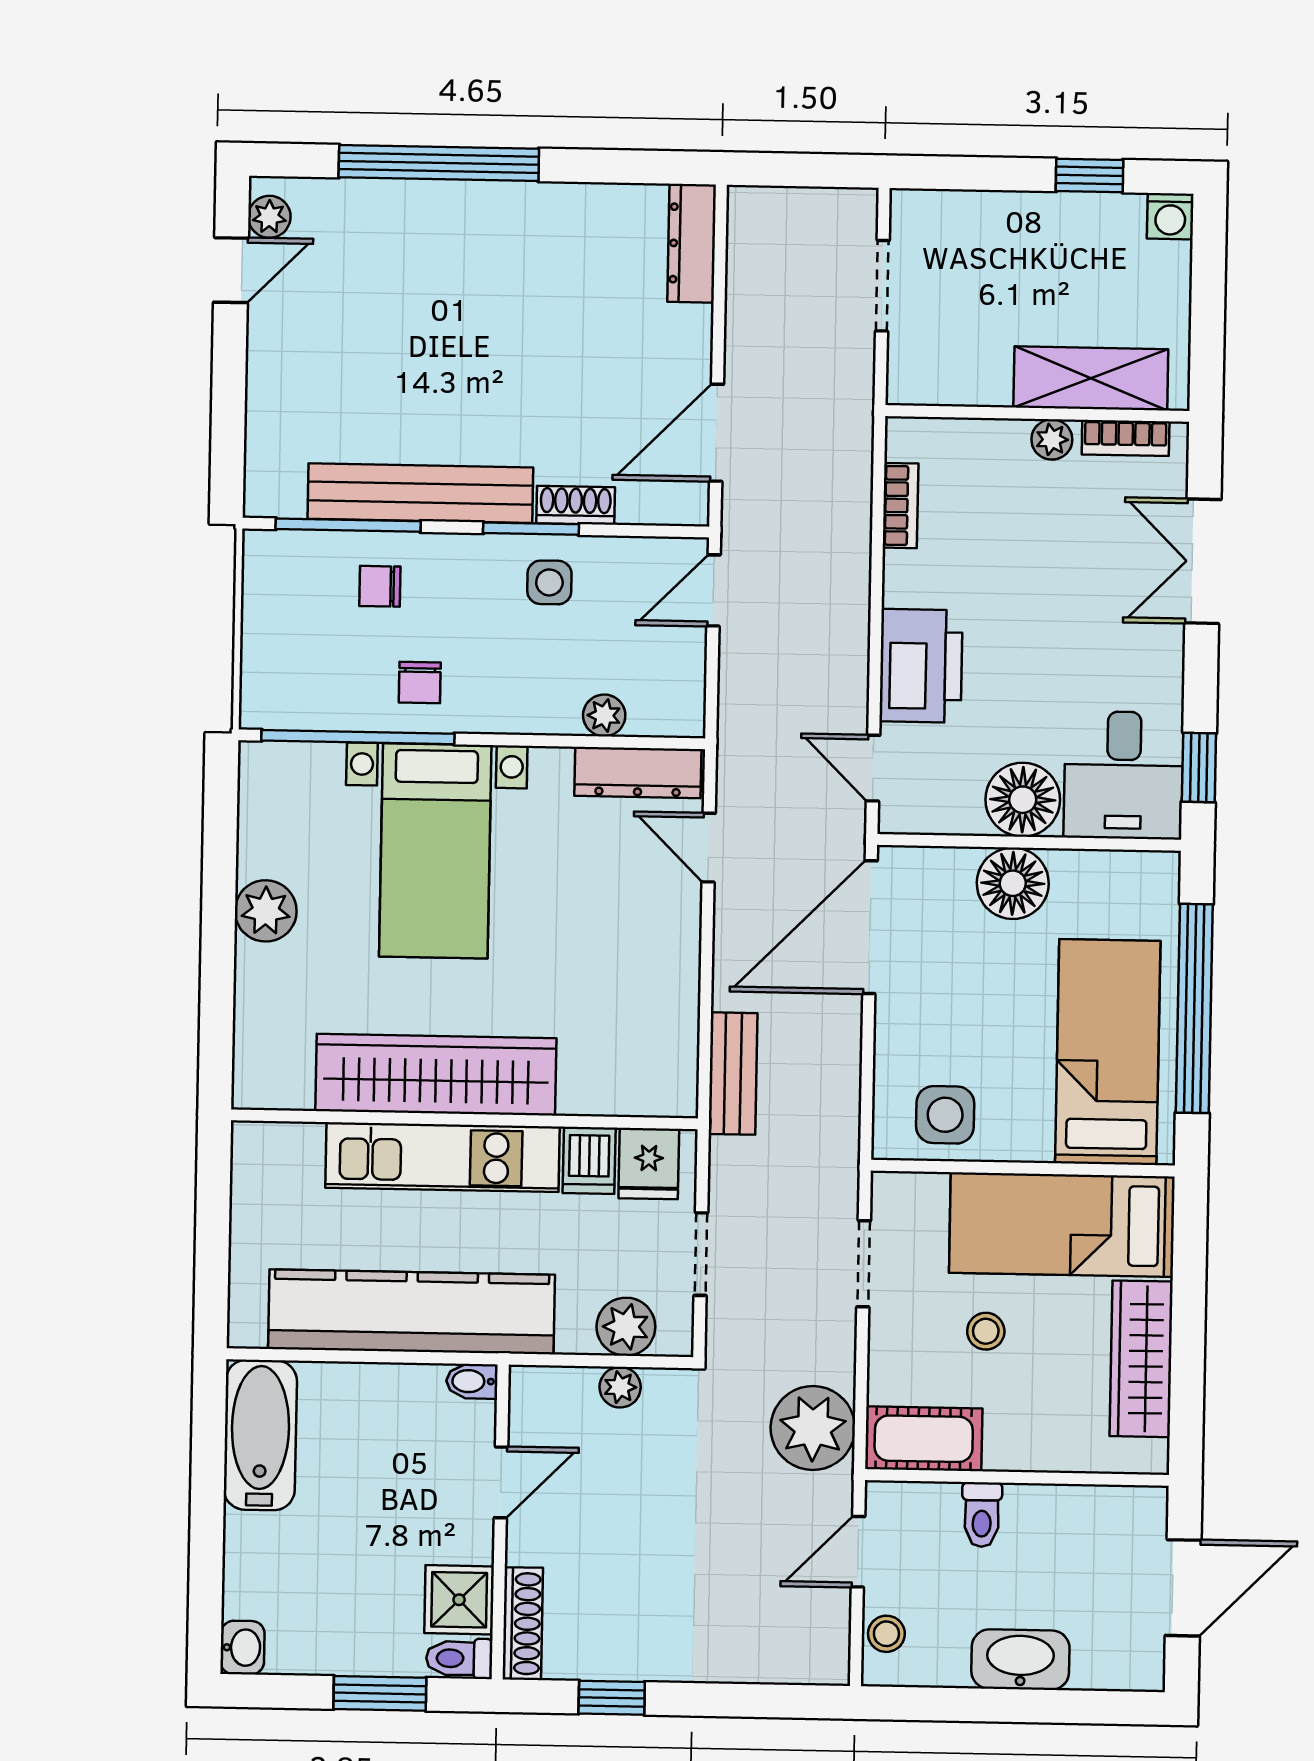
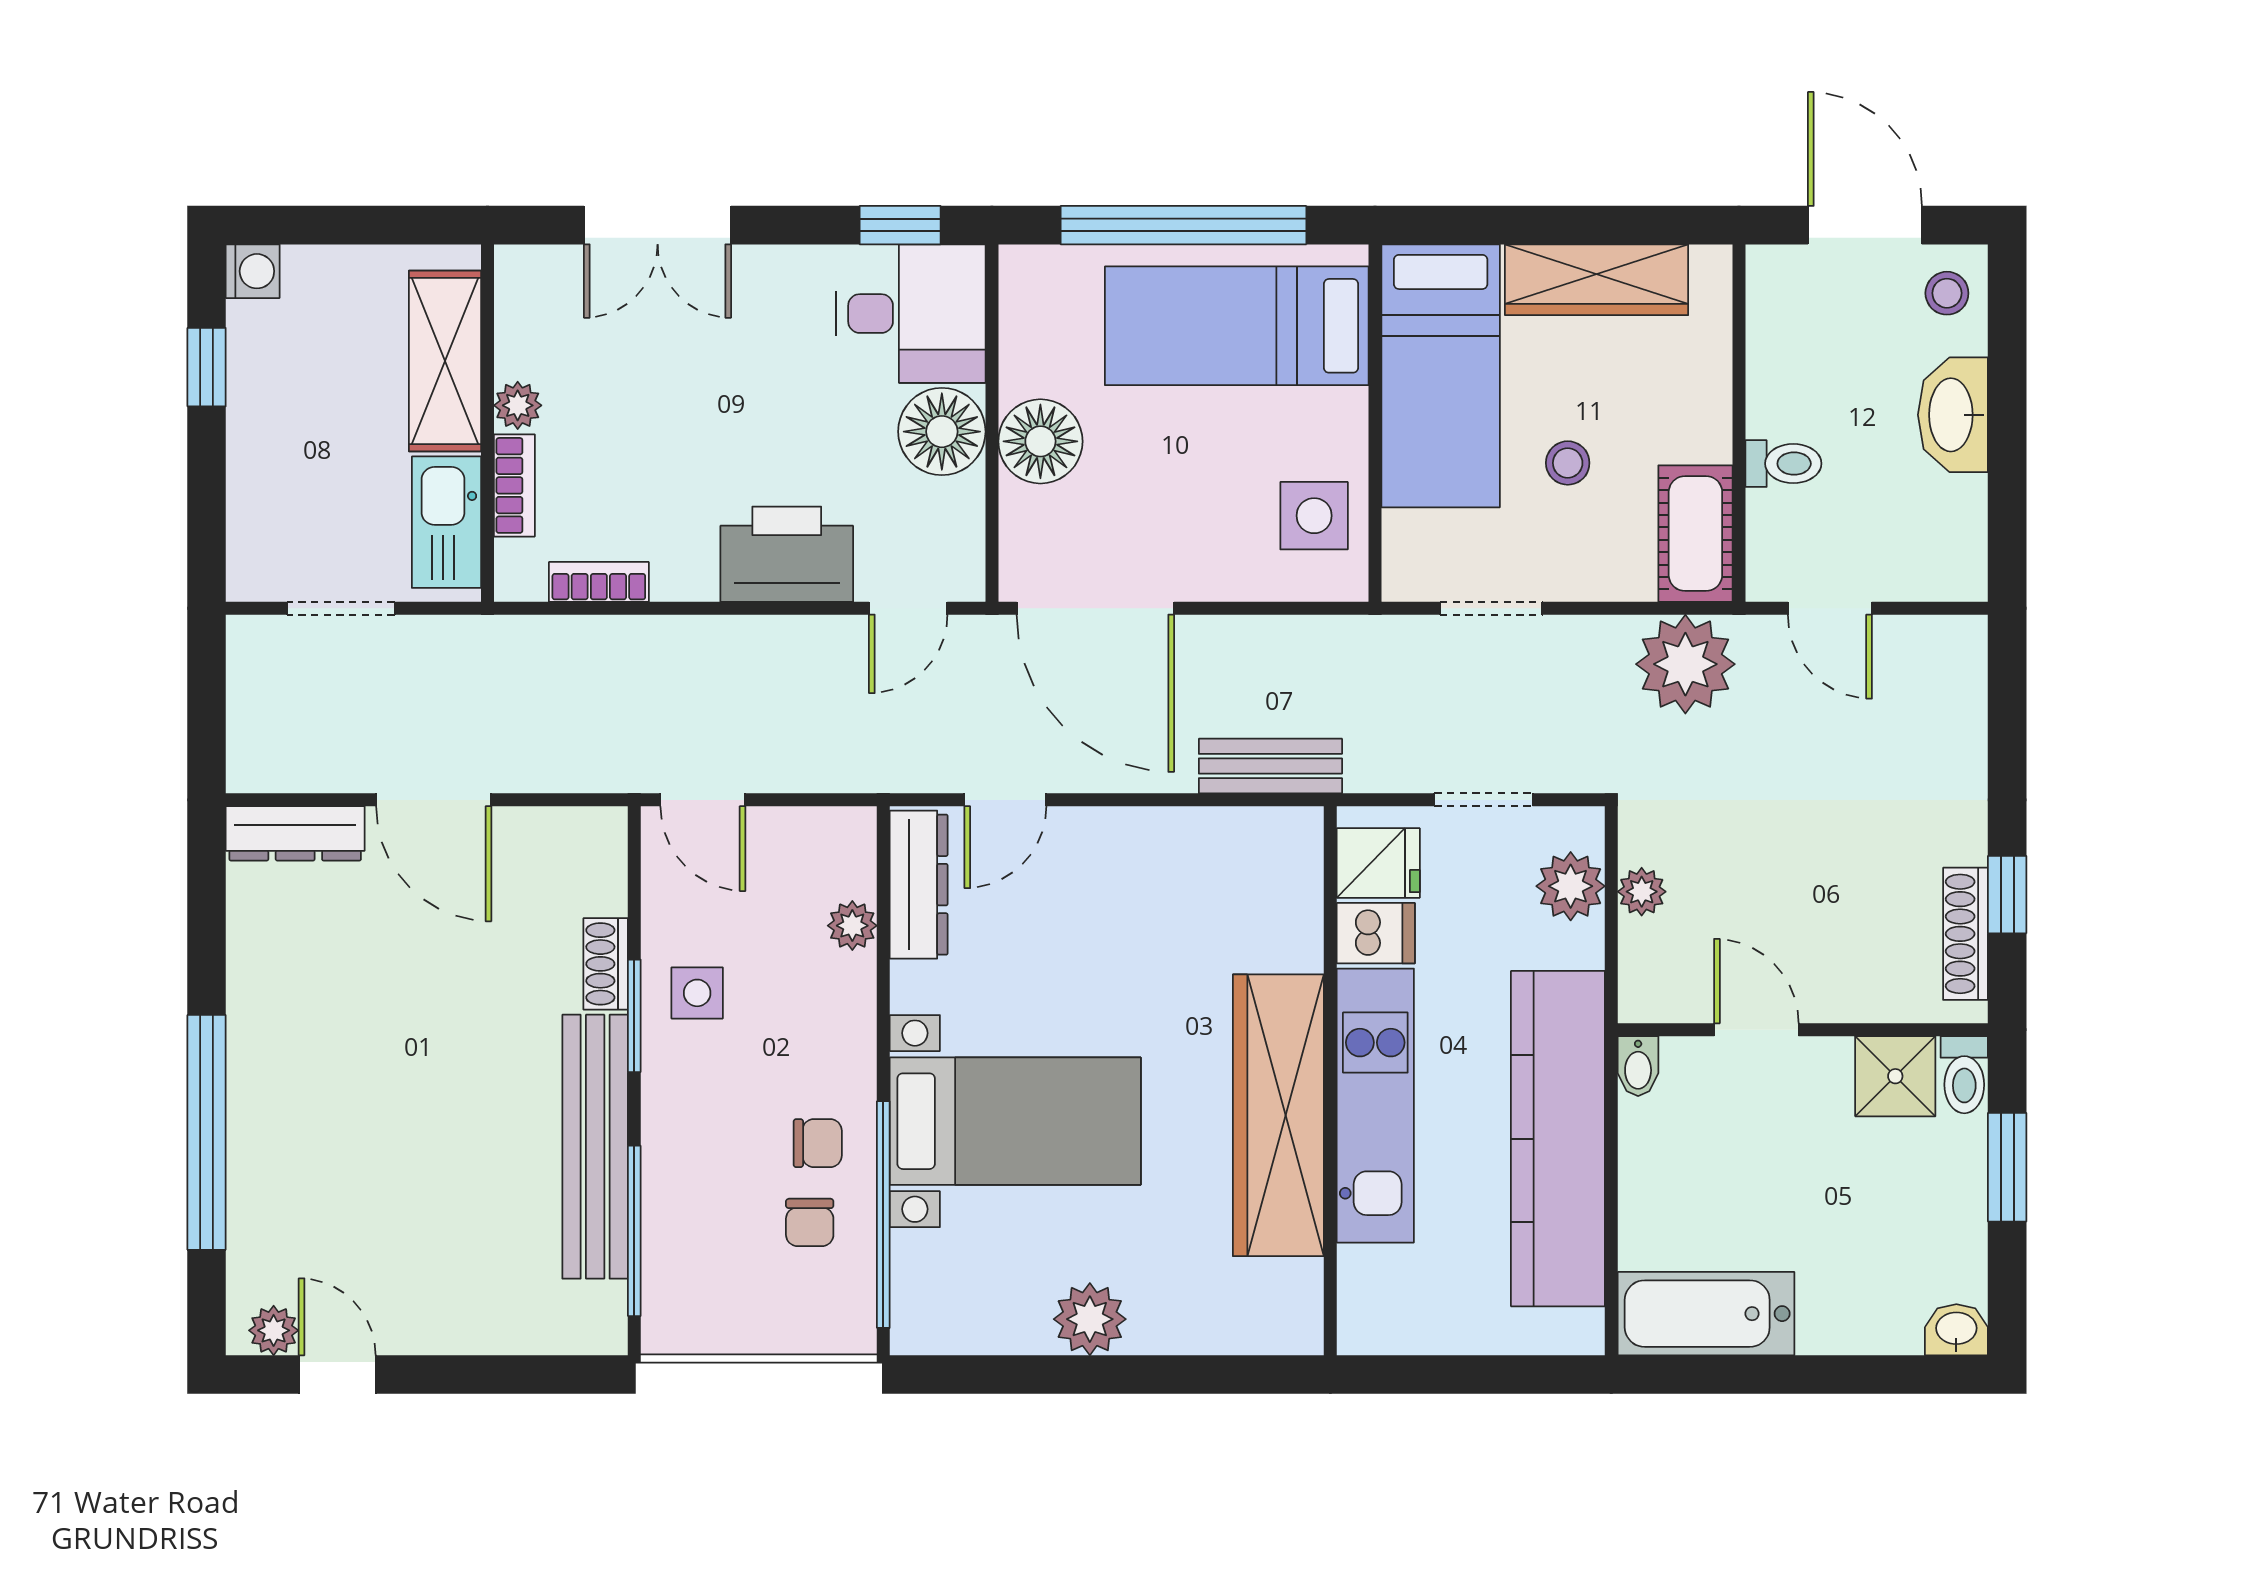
kitchen sink: (954, 377) -> (446, 522), added
door: (717, 433) -> (434, 800), moved
bookcase: (1126, 438) -> (514, 485), moved
chair: (380, 586) -> (810, 1222), moved
shoe rack: (523, 1624) -> (1966, 934), moved, turned -90
stool: (886, 1634) -> (1947, 293), moved

